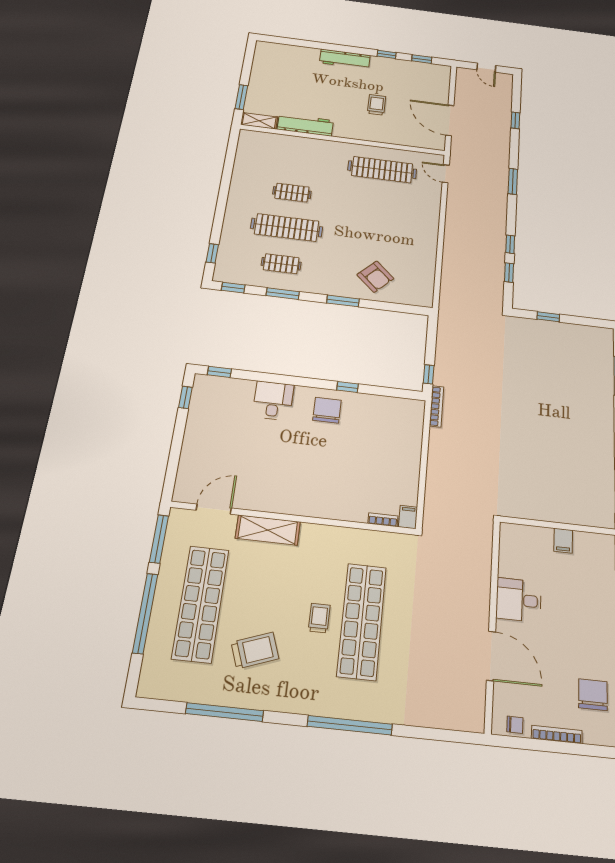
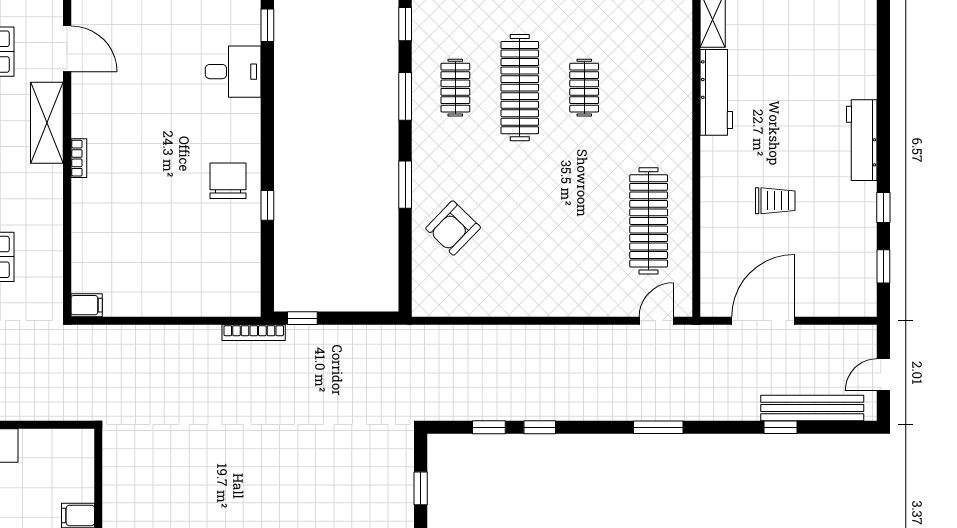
bench: (504, 103) -> (812, 408), added
desk: (273, 401) -> (233, 72), moved
chair: (327, 410) -> (228, 181), turned -90
bookcase: (383, 520) -> (79, 158), moved

